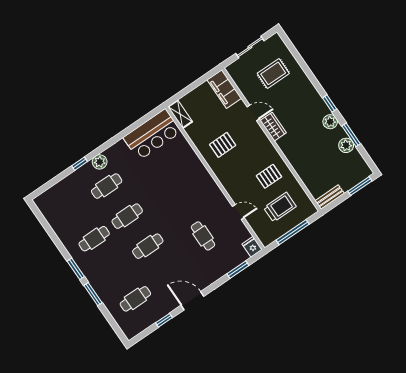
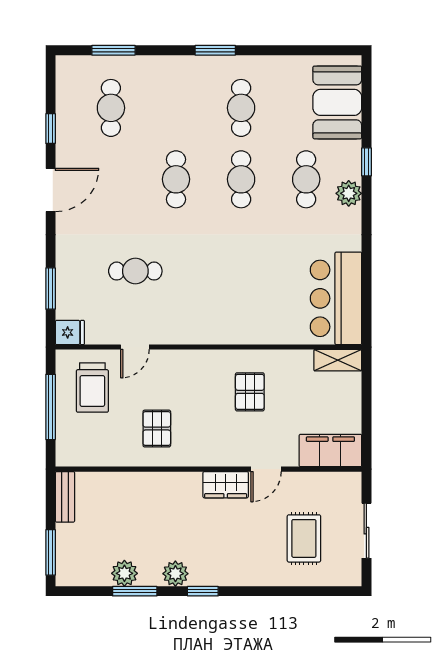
booth: (61, 196) -> (337, 102), added
trolley: (280, 207) -> (92, 388), moved
window: (93, 294) -> (113, 50), moved

